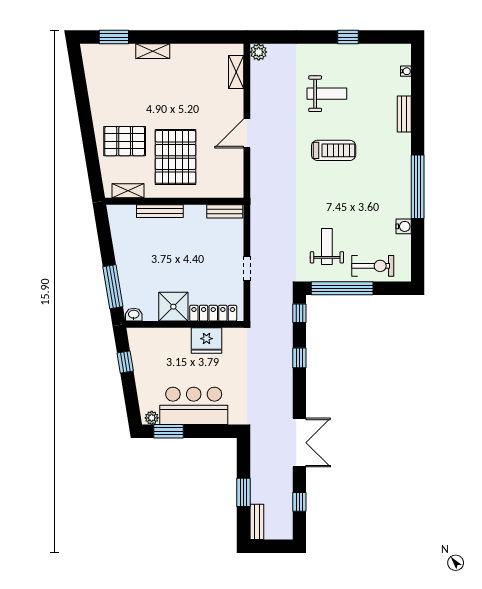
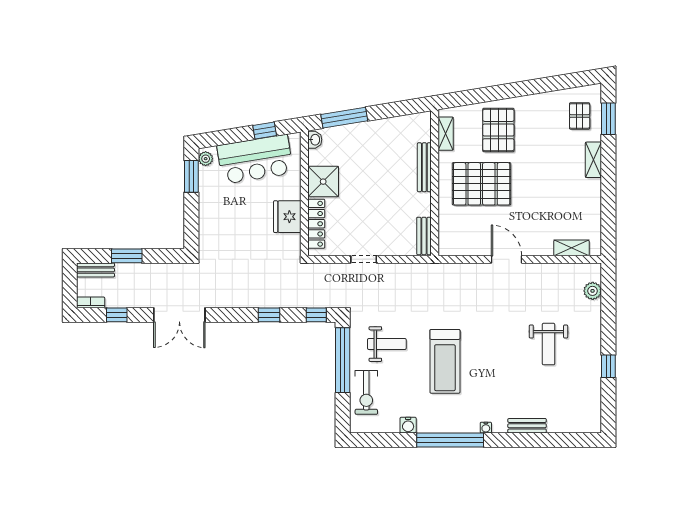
plant: (259, 52) -> (593, 291), moved
pallet: (111, 64) -> (580, 116), added
water cooler: (406, 71) -> (486, 428), moved
treadmill: (334, 150) -> (445, 361), moved, width x1.37, depth x1.38
bar counter: (194, 406) -> (255, 159), moved, turned 81
bookcase: (288, 526) -> (91, 302), added

